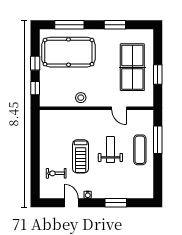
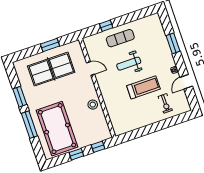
window: (69, 25) -> (29, 125), moved
door: (119, 108) -> (91, 68), hinge flipped
window: (158, 140) -> (106, 26), width x0.46

